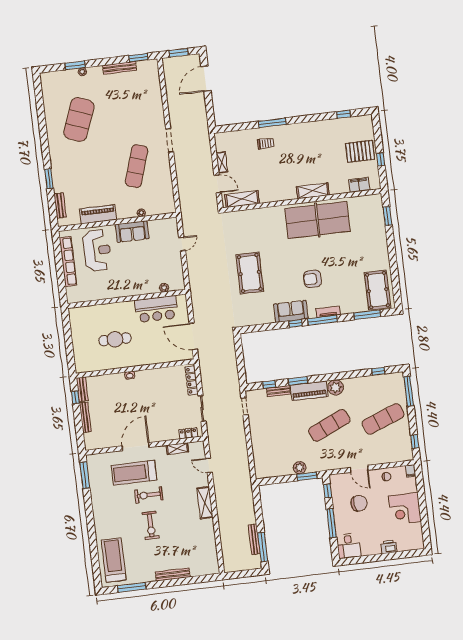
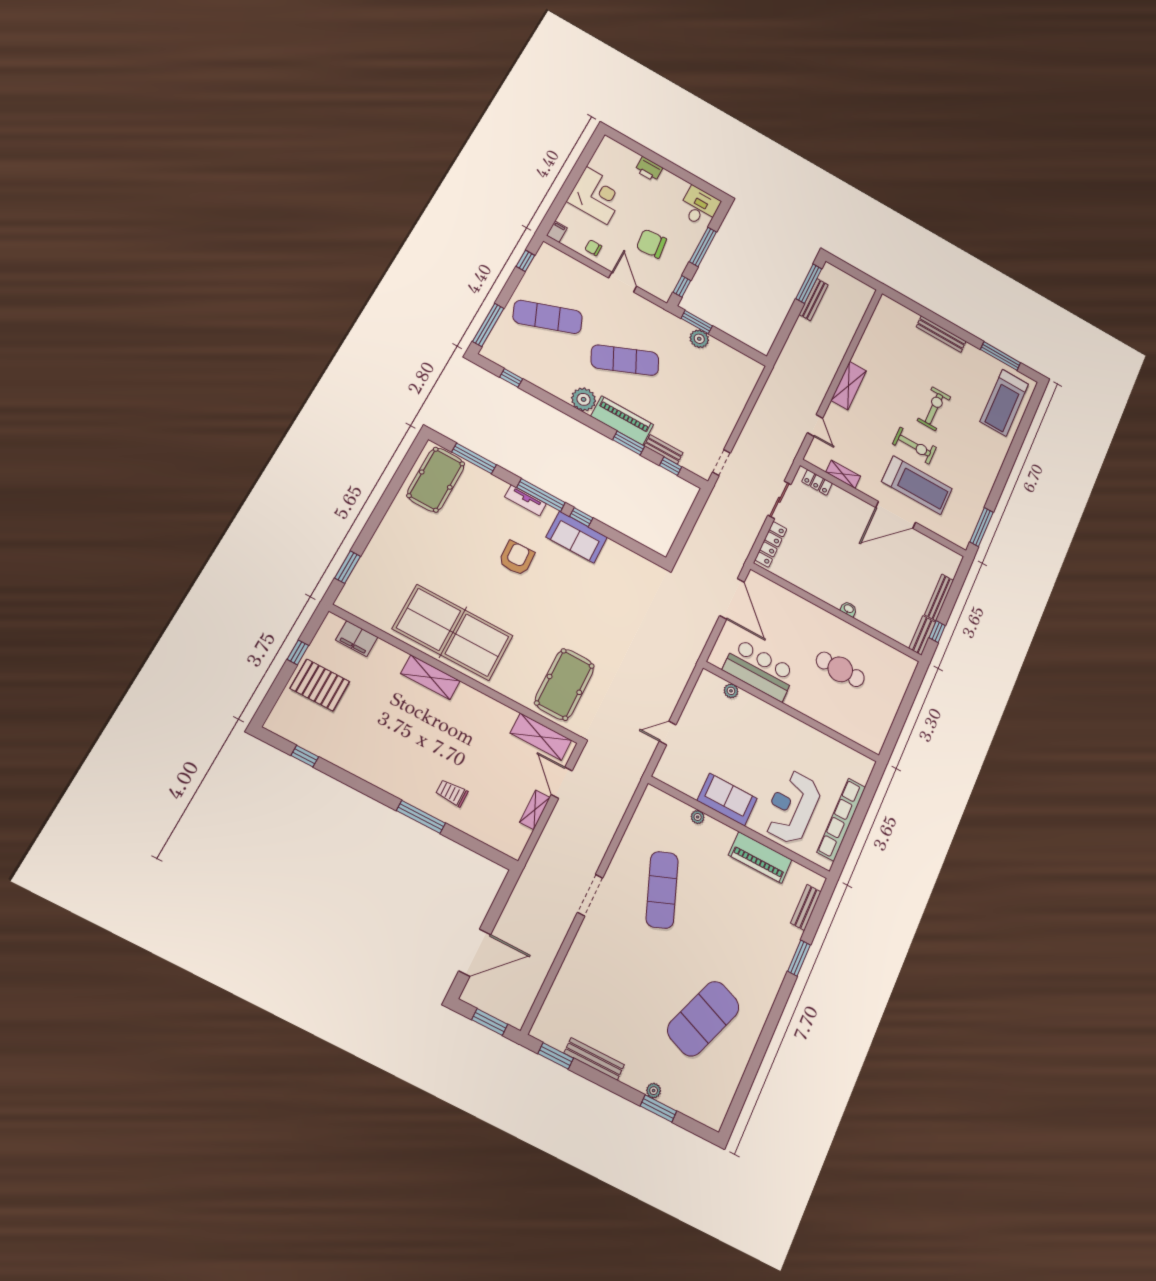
exercise mat: (137, 166) -> (662, 890), turned -39
pool table: (250, 273) -> (564, 684), moved
armchair: (312, 279) -> (517, 558), turned -92

